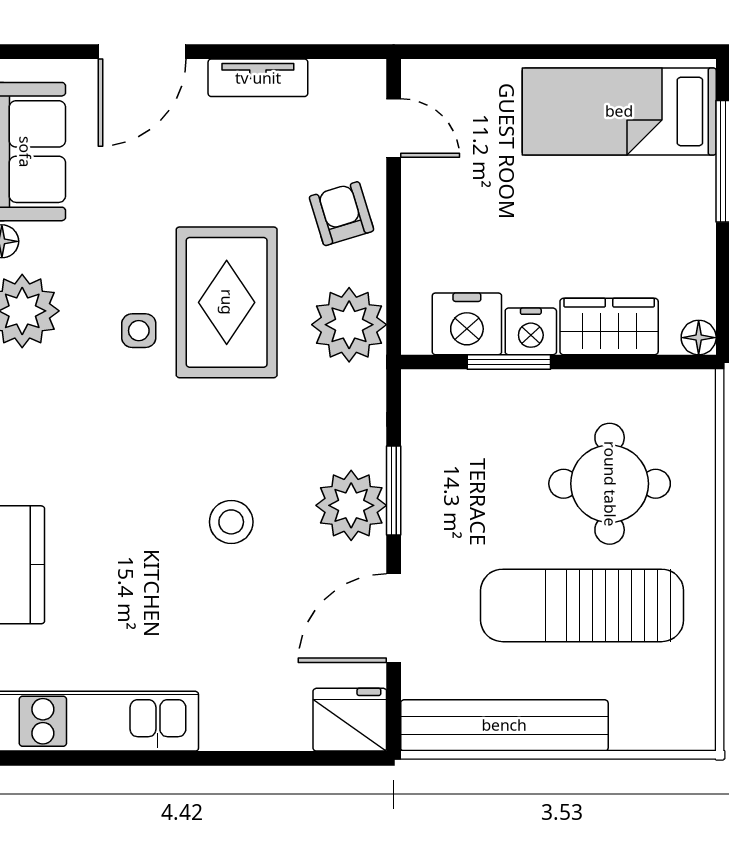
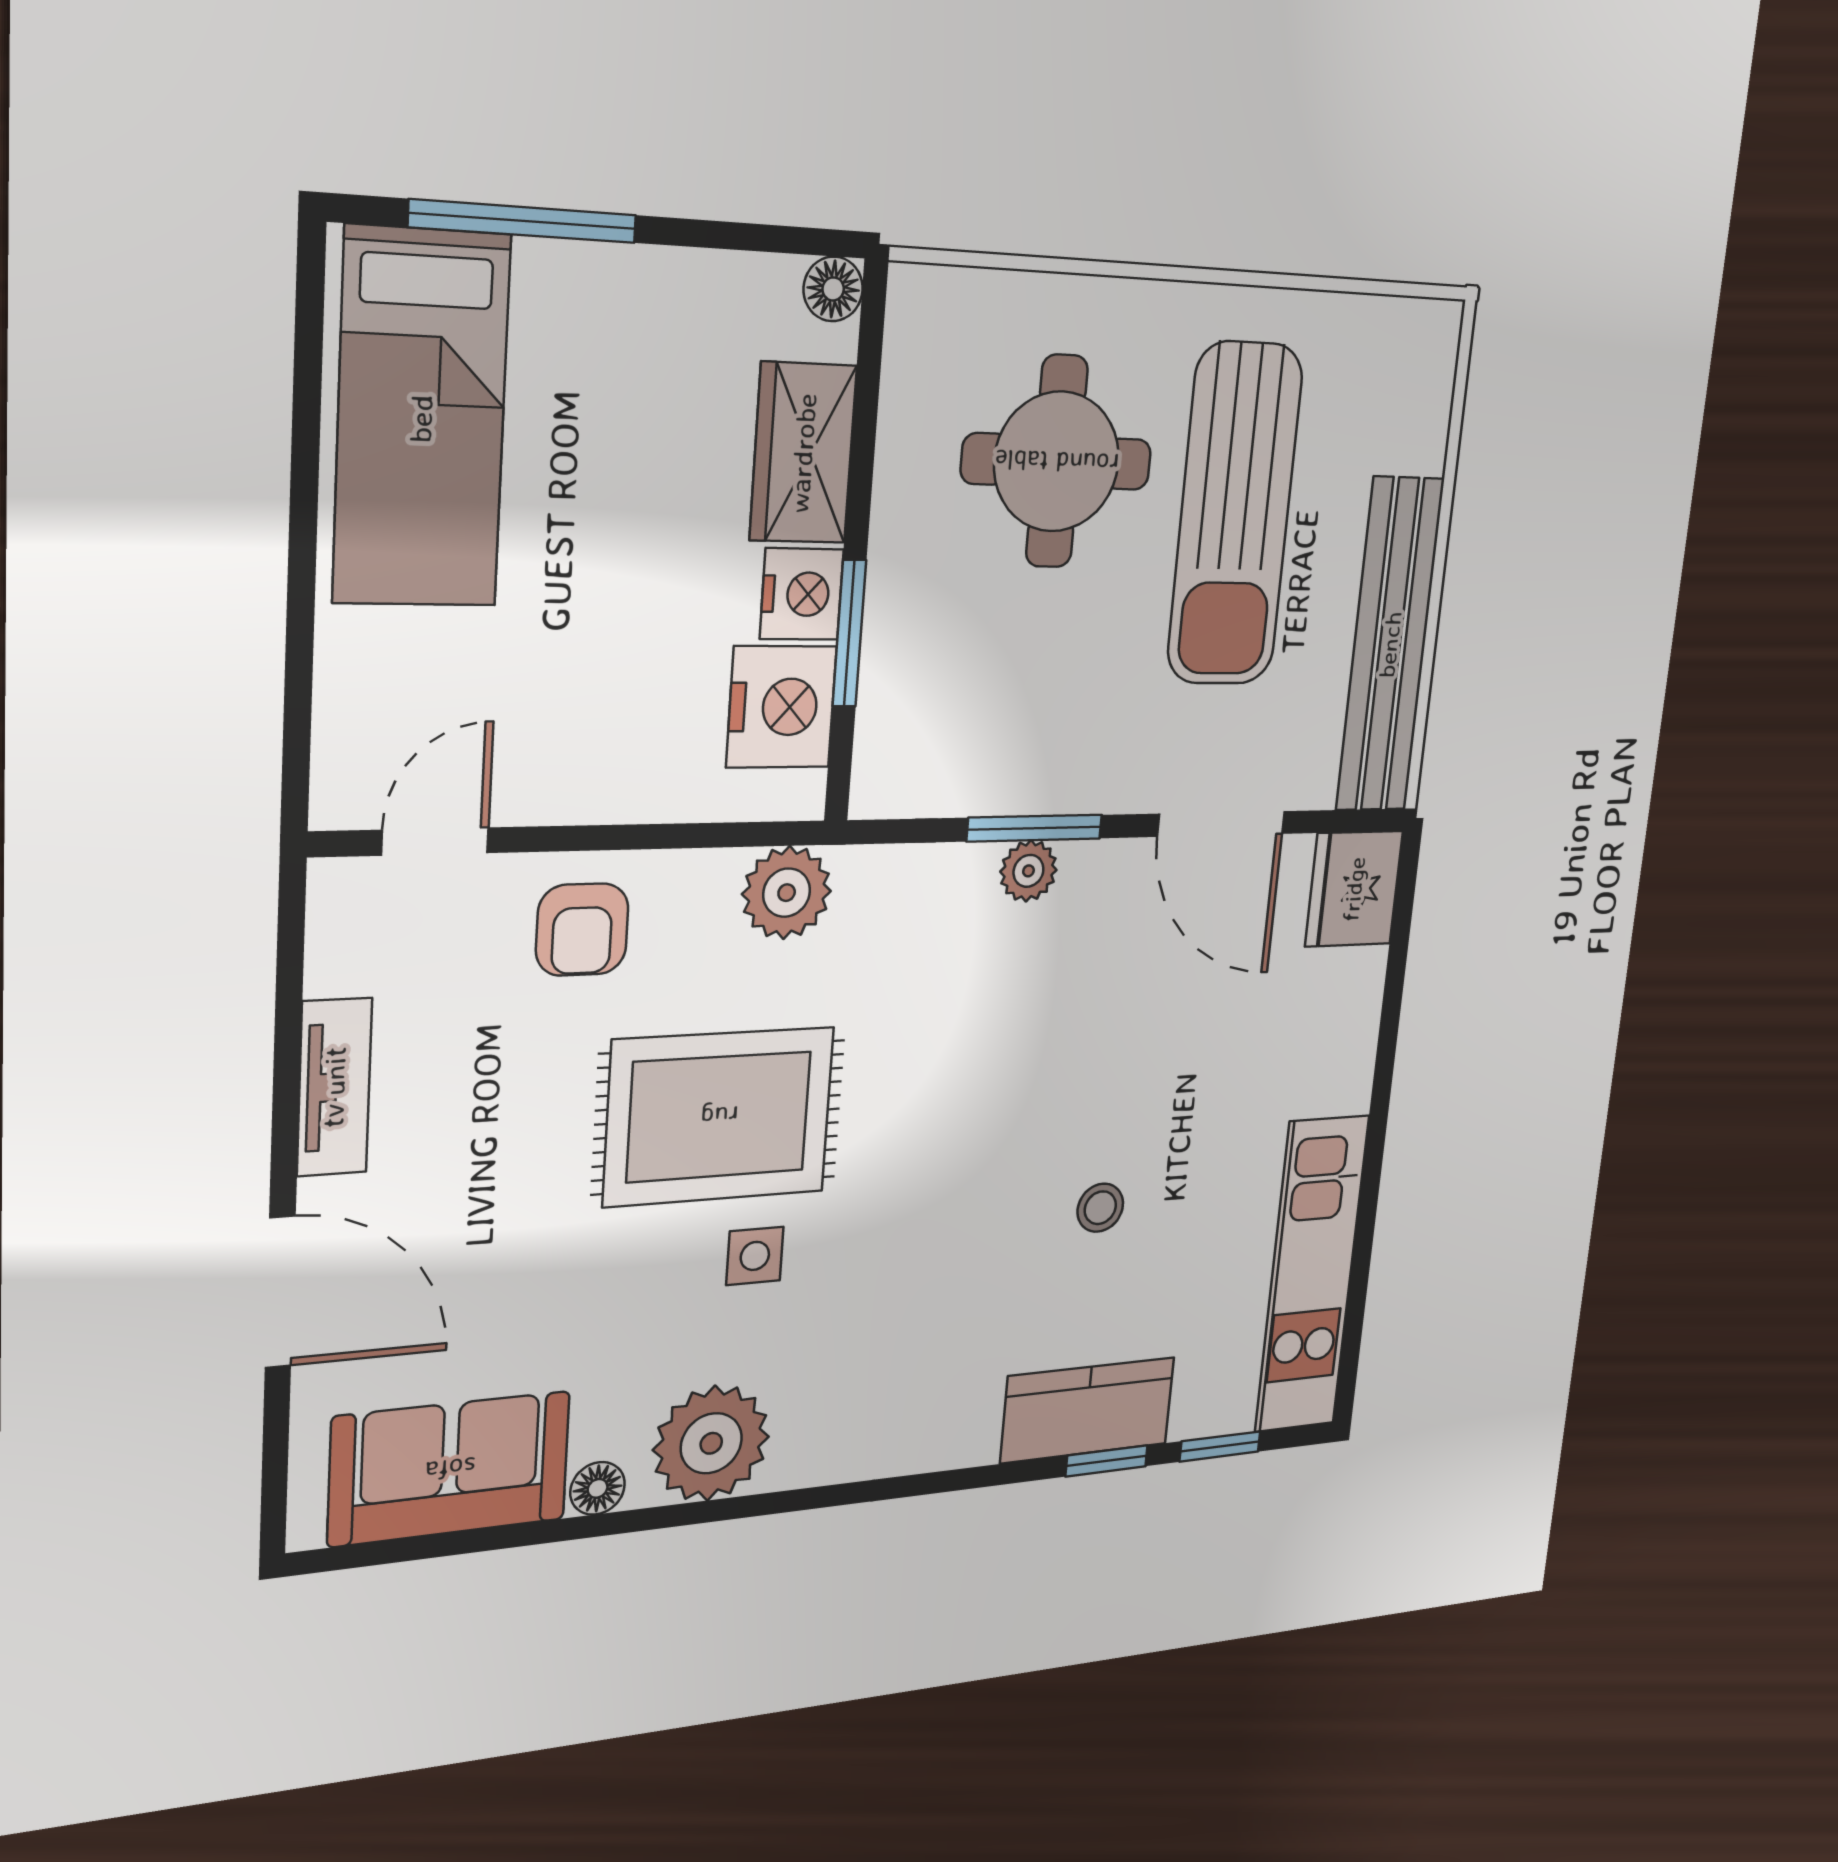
armchair: (341, 214) -> (582, 930), turned -73
plant: (349, 325) -> (787, 893), width x0.73, depth x0.73
plant: (351, 505) -> (1028, 871), width x0.53, depth x0.53
stool: (231, 522) -> (1100, 1208), moved, width x0.73, depth x0.73

